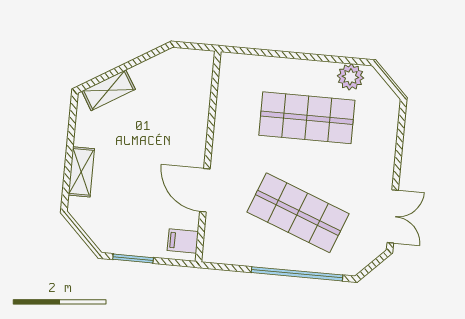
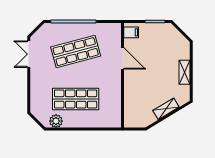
shelving: (108, 90) -> (166, 109), moved
shelving: (81, 172) -> (184, 72), moved
shop shelf: (298, 213) -> (76, 52), turned -36

